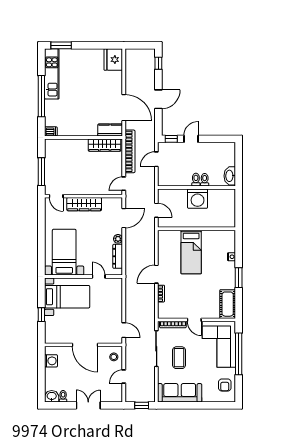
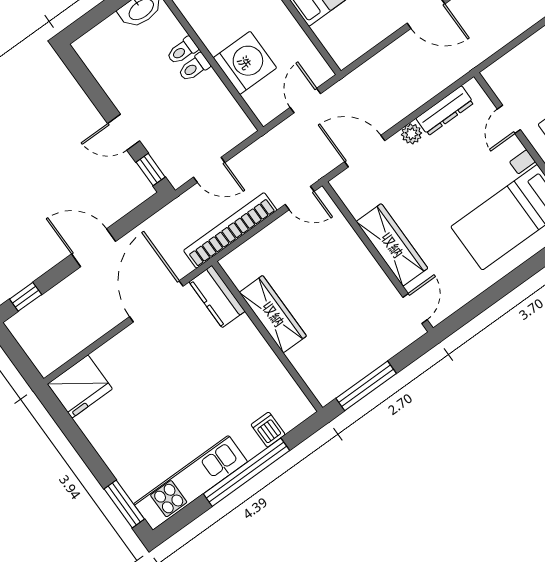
dishwasher: (51, 131) -> (268, 430), moved
wardrobe: (105, 145) -> (273, 314), moved
window: (41, 172) -> (366, 386), moved
washing machine: (198, 199) -> (245, 63), moved

